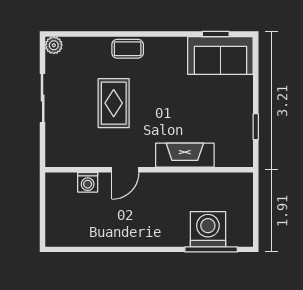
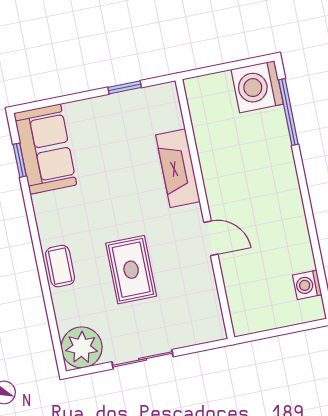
plant: (54, 45) -> (82, 347), width x1.88, depth x1.88
rug: (114, 103) -> (131, 270), turned 90
washing machine: (88, 182) -> (307, 285), moved, turned 180
washing machine: (208, 229) -> (257, 87), moved

